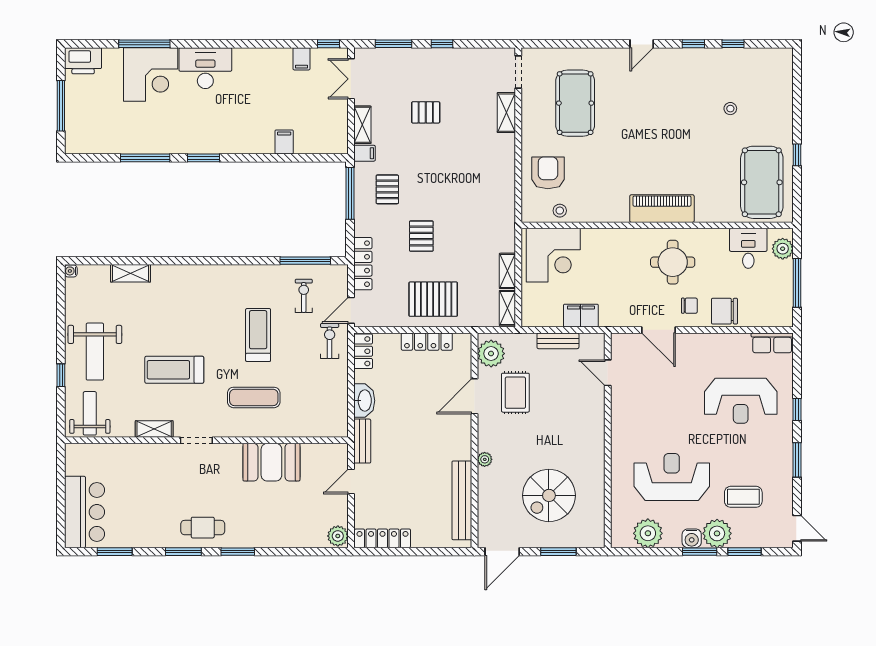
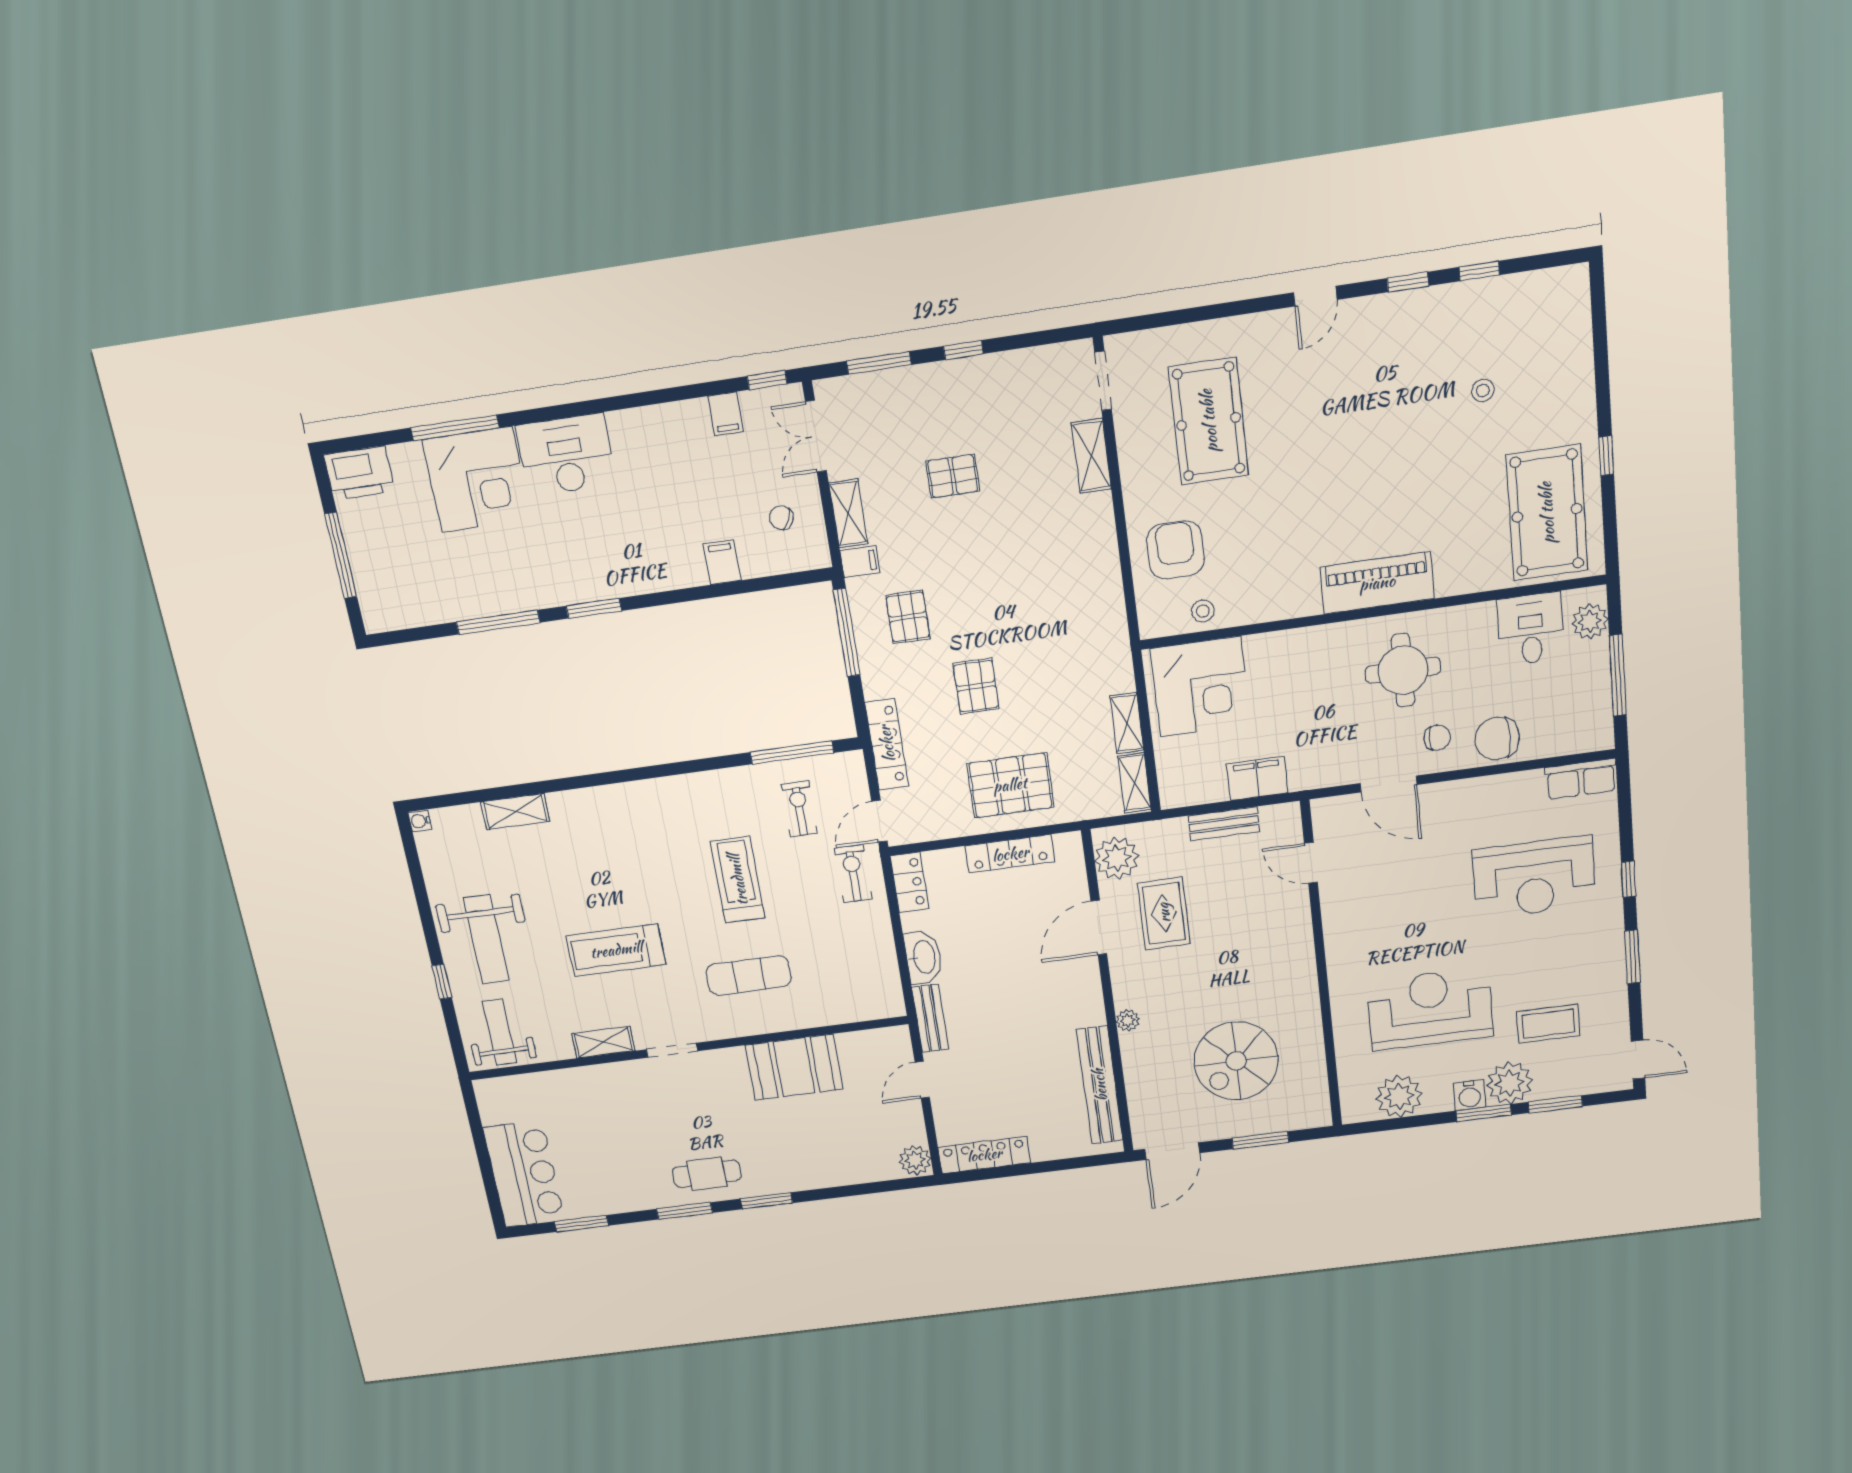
chair: (323, 122) -> (781, 518), added

